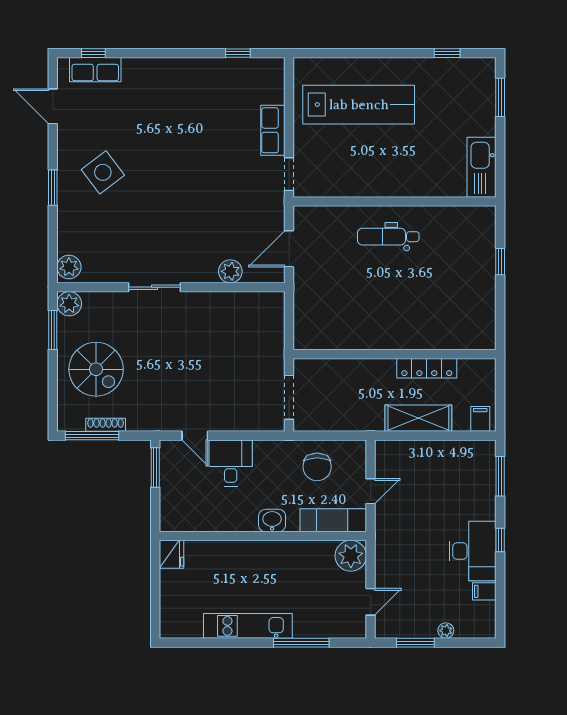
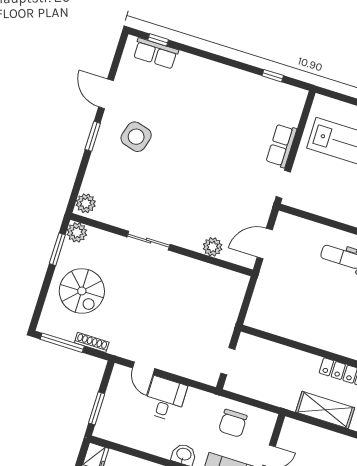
door: (53, 106) -> (106, 94), moved
side table: (103, 172) -> (136, 137), turned -37
doorway: (289, 397) -> (228, 361), width x0.73
shoe rack: (106, 425) -> (92, 342), moved
window: (155, 467) -> (97, 408), moved

